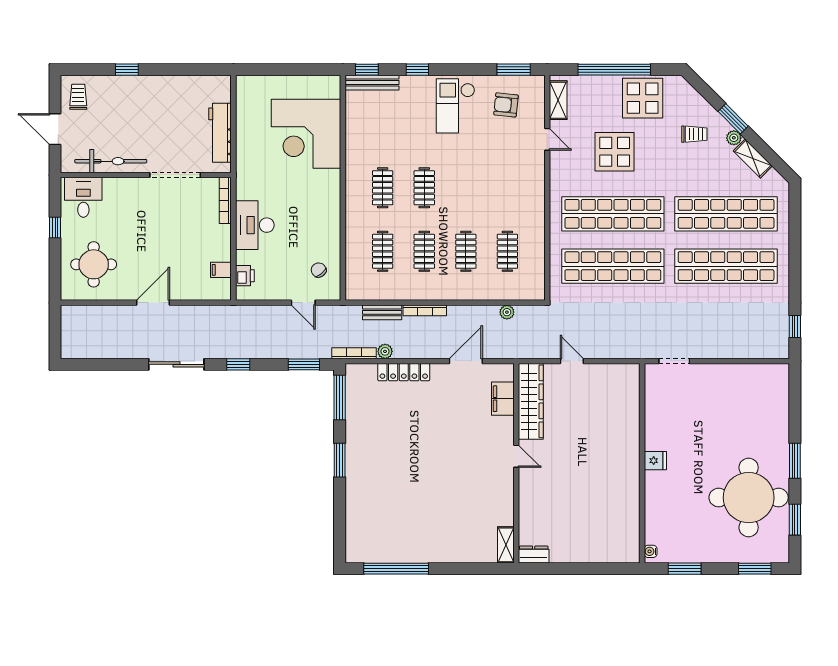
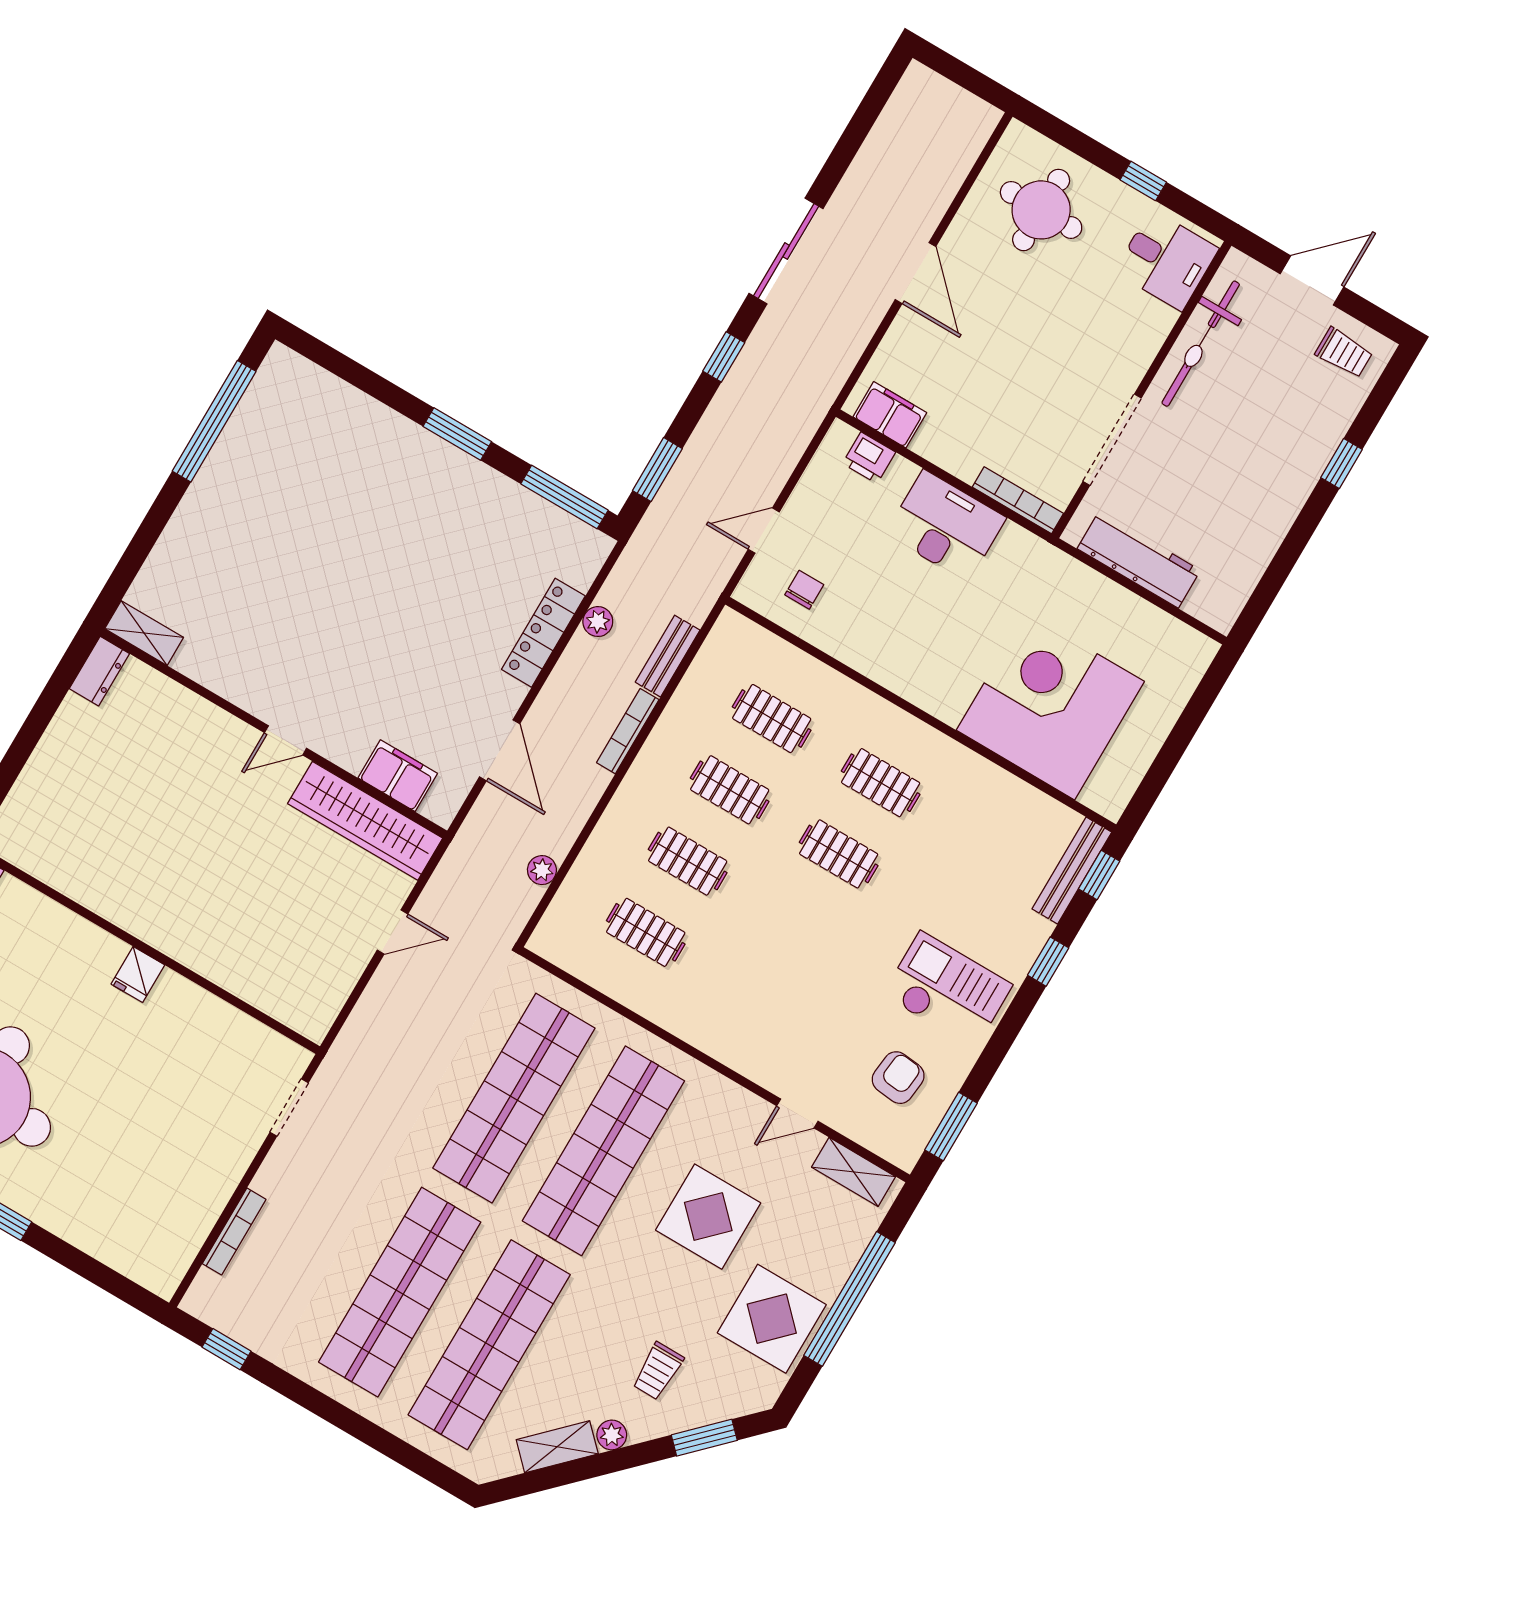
window: (733, 119) -> (704, 1438), moved
filing cabinet: (221, 270) -> (890, 415), width x2.00
chair: (319, 270) -> (804, 590), turned -51
bookcase: (354, 353) -> (234, 1232), moved

